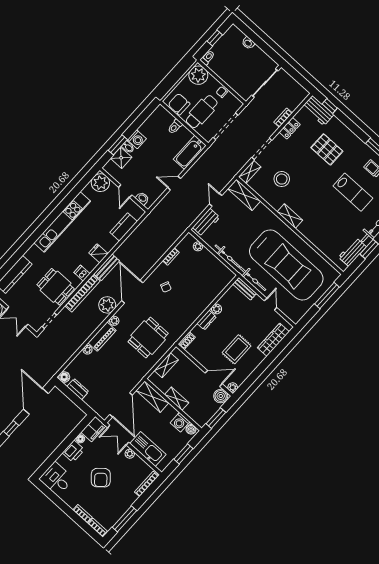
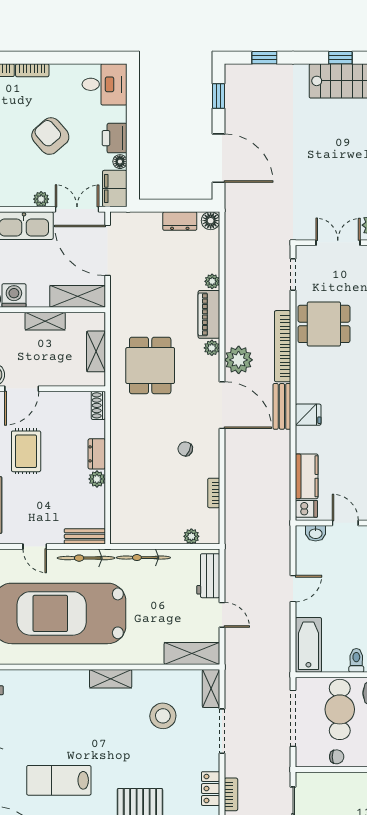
dishwasher: (82, 273) -> (306, 509), moved

